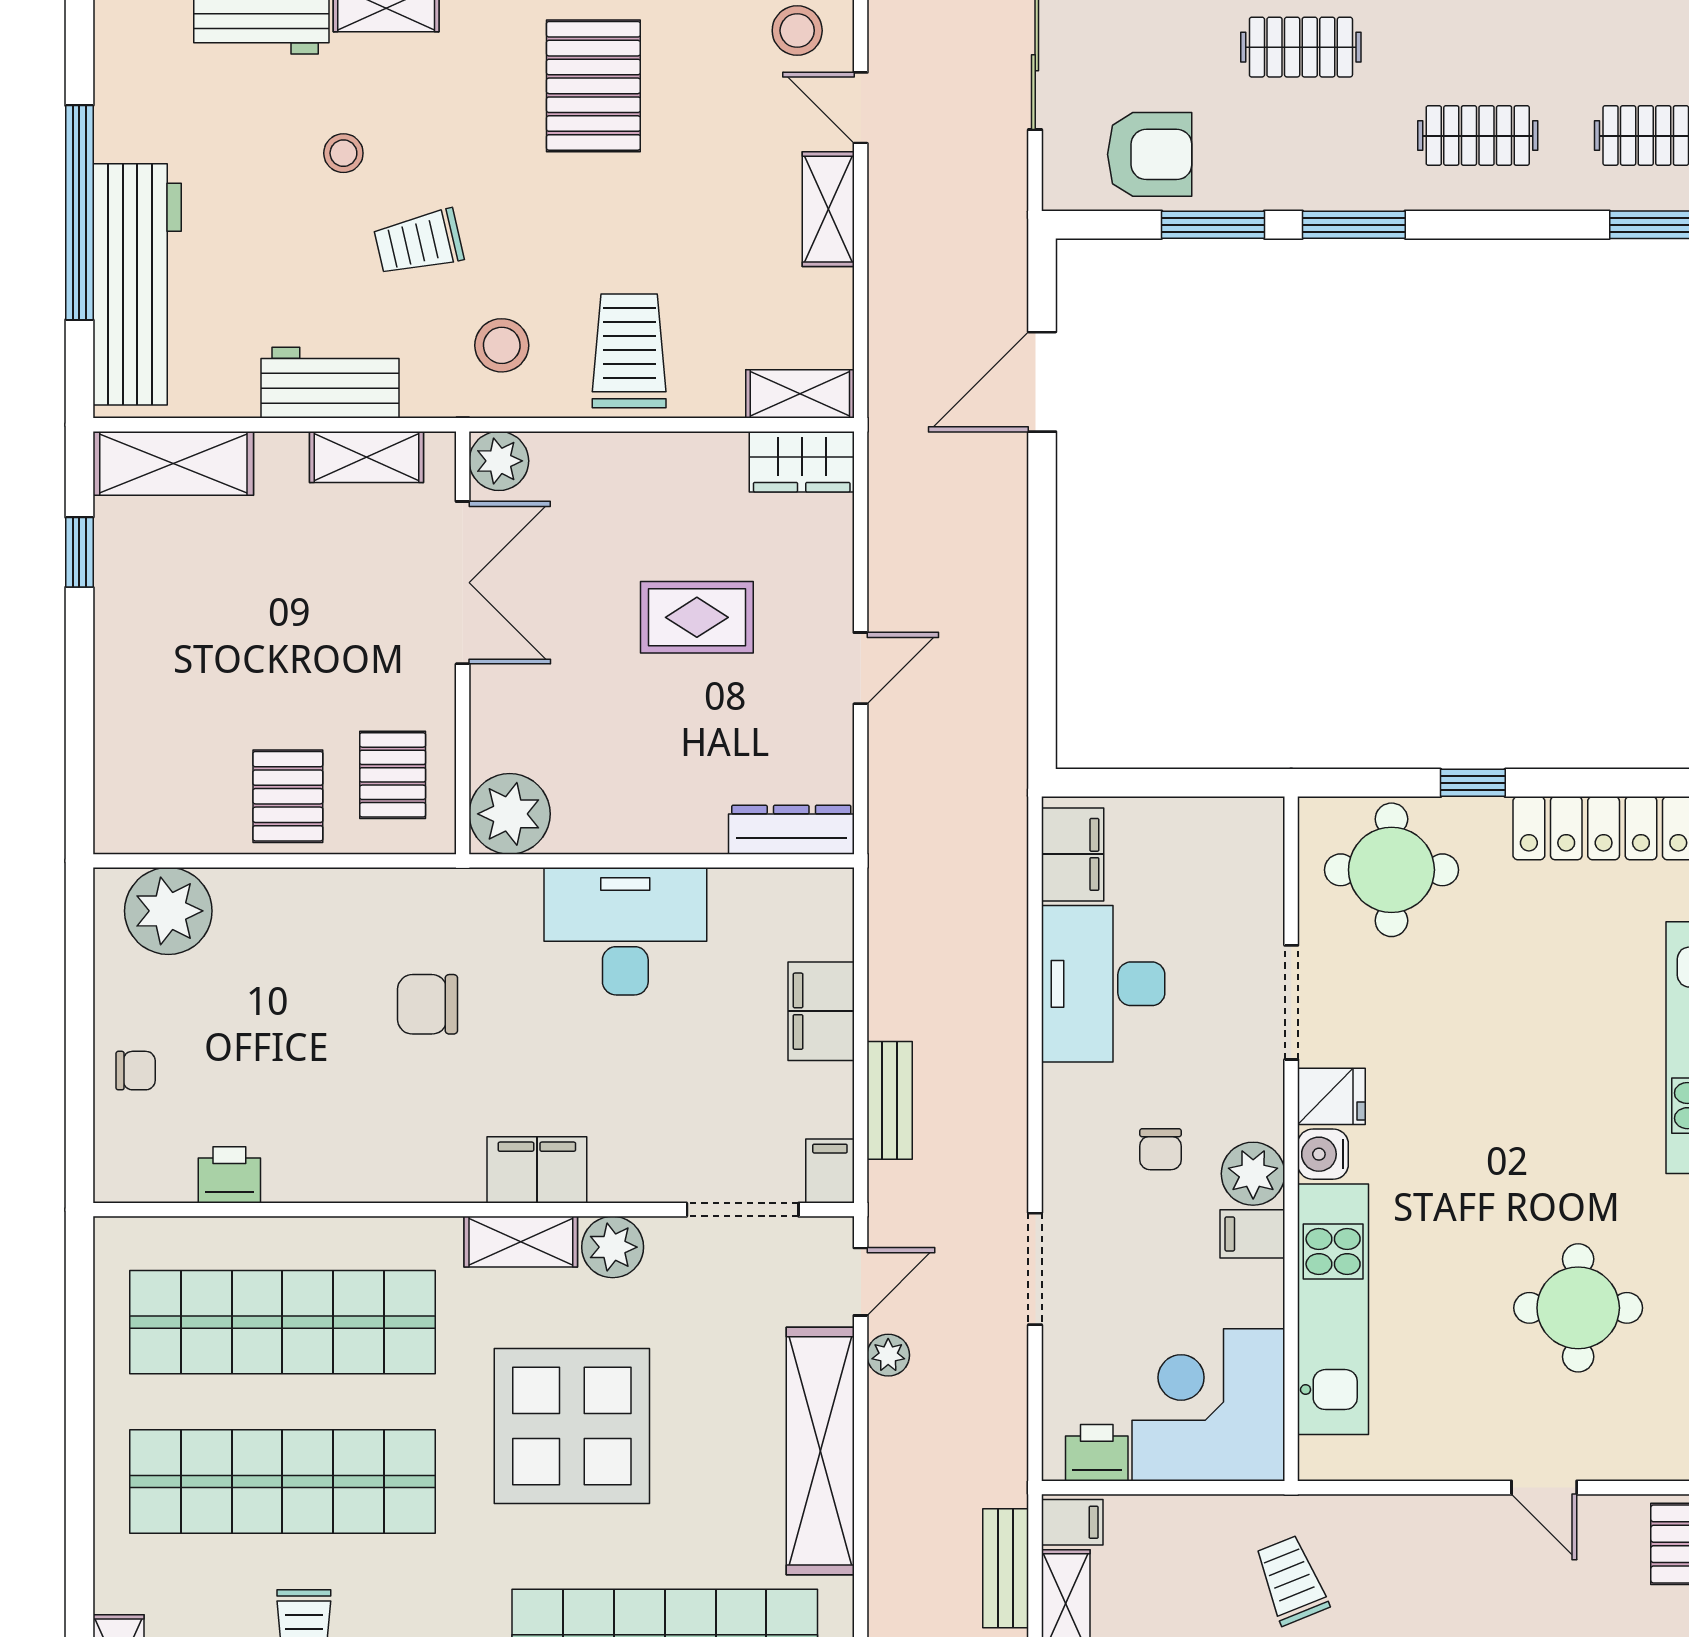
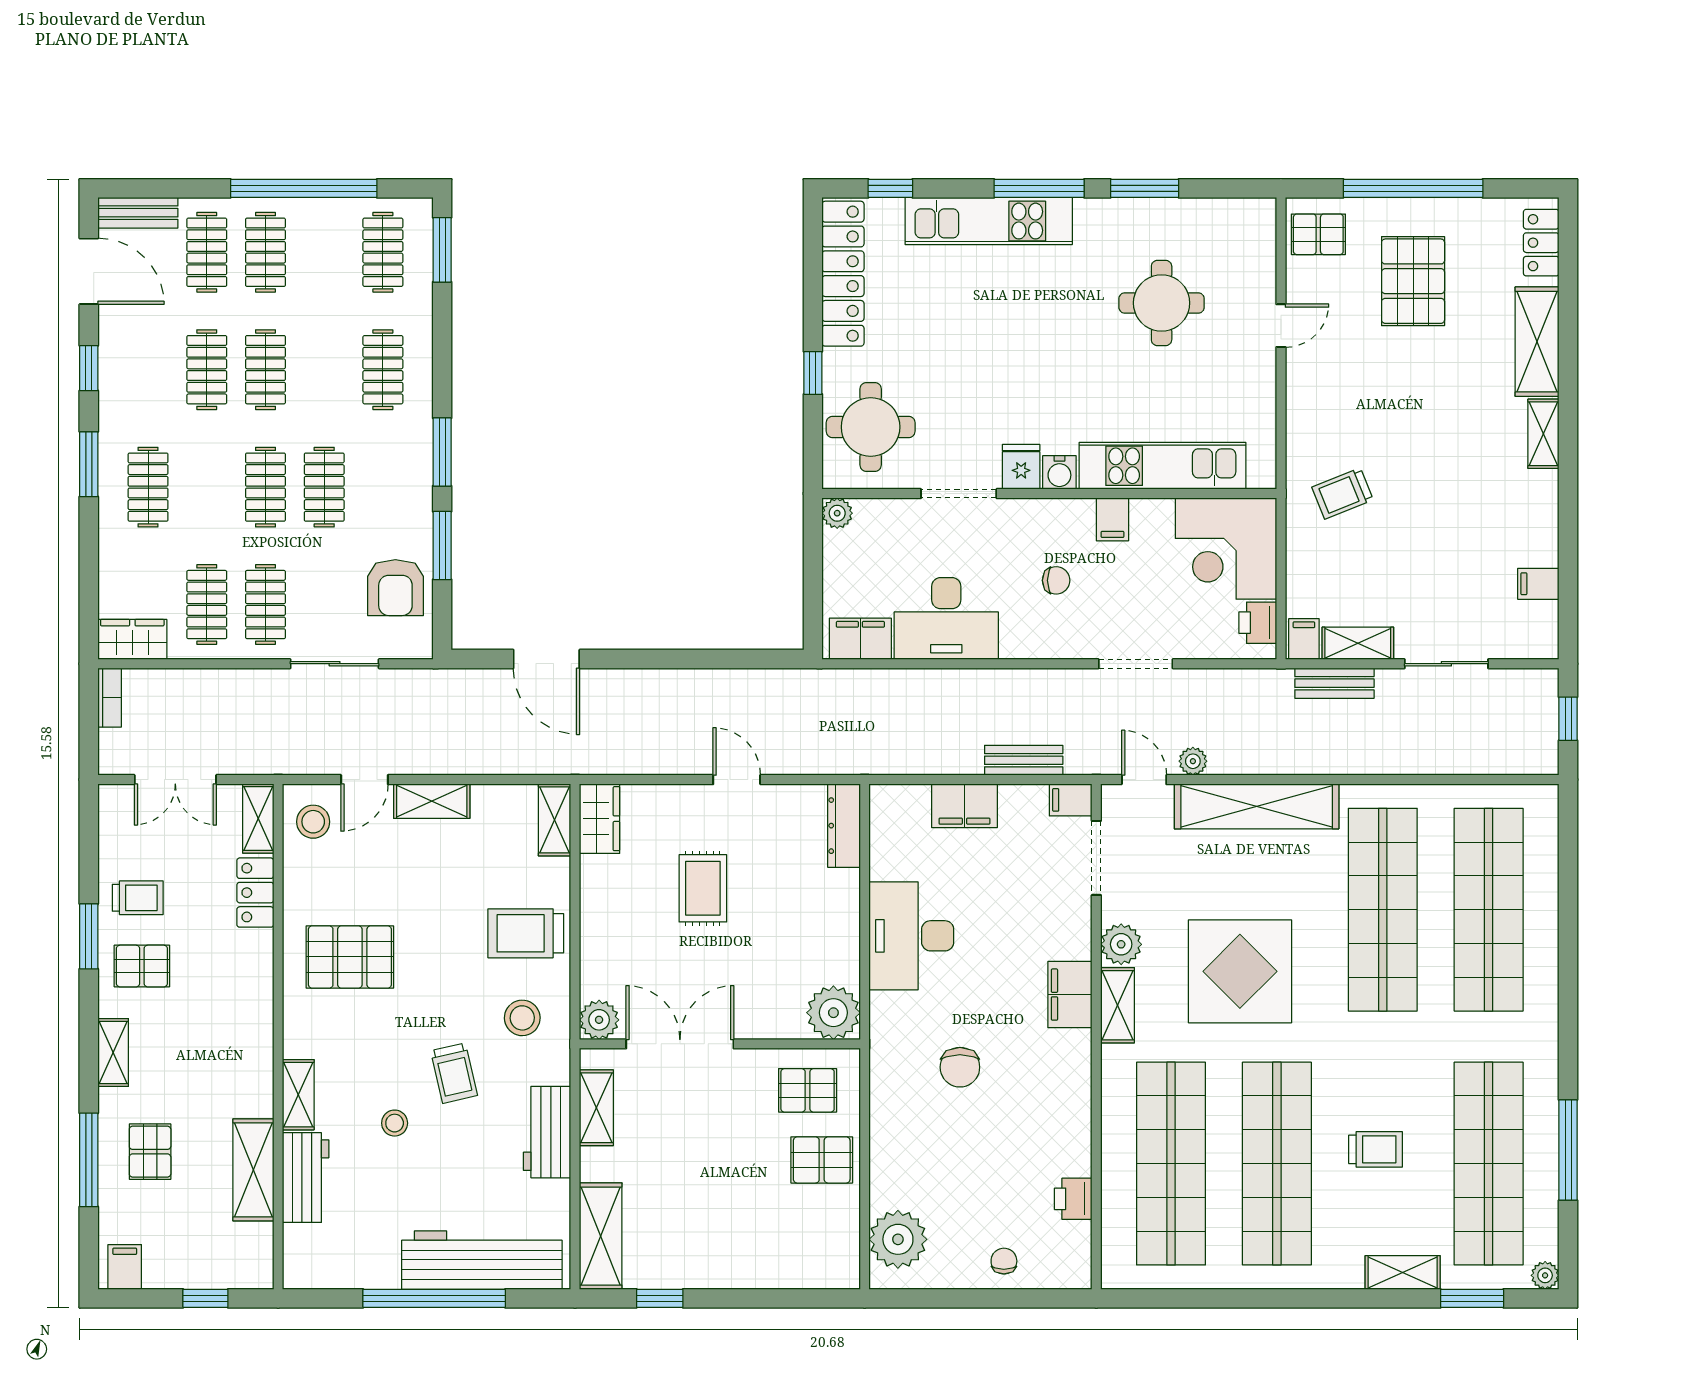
armchair: (1150, 154) -> (395, 588), turned 180
plant: (1253, 1174) -> (837, 513), moved, width x0.73, depth x0.73

